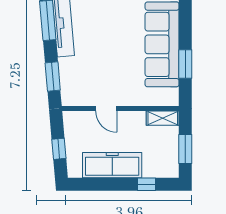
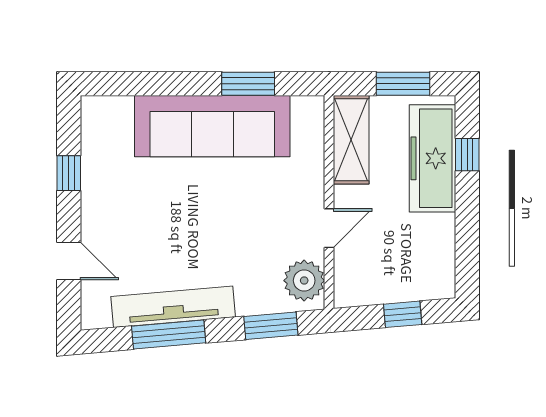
plant: (77, 95) -> (304, 281), added
shelving: (163, 118) -> (351, 140), width x1.50, depth x1.33
freezer: (112, 165) -> (432, 158), moved

